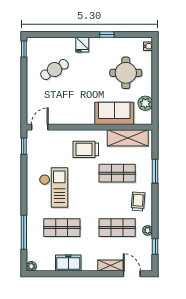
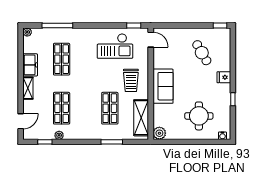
plant: (145, 103) -> (159, 133), moved
sofa: (114, 113) -> (163, 86), moved
trolley: (86, 149) -> (131, 80), turned 180
checkout: (54, 188) -> (115, 46), moved
trolley: (138, 202) -> (85, 127), removed
shelving: (110, 265) -> (28, 88), moved

